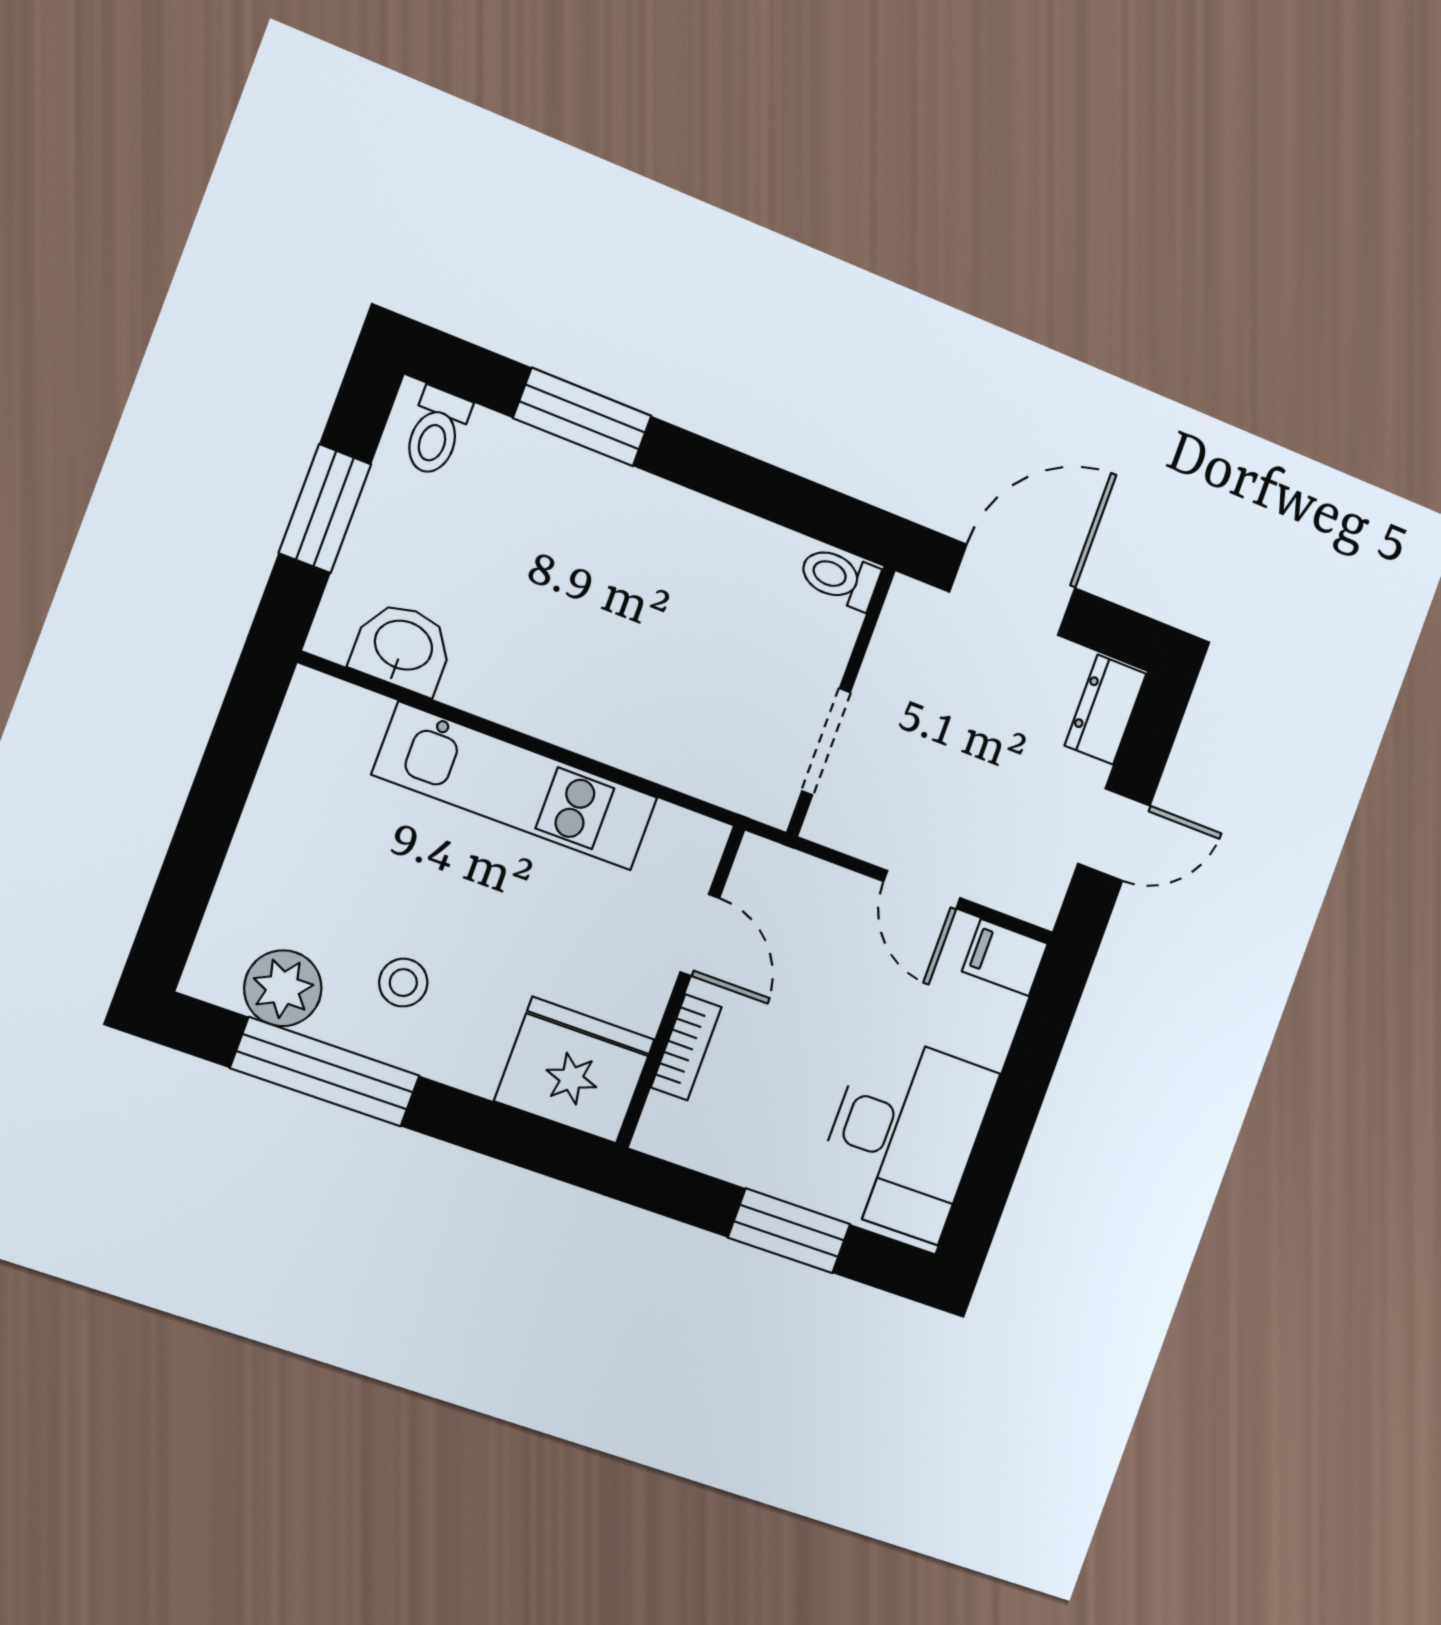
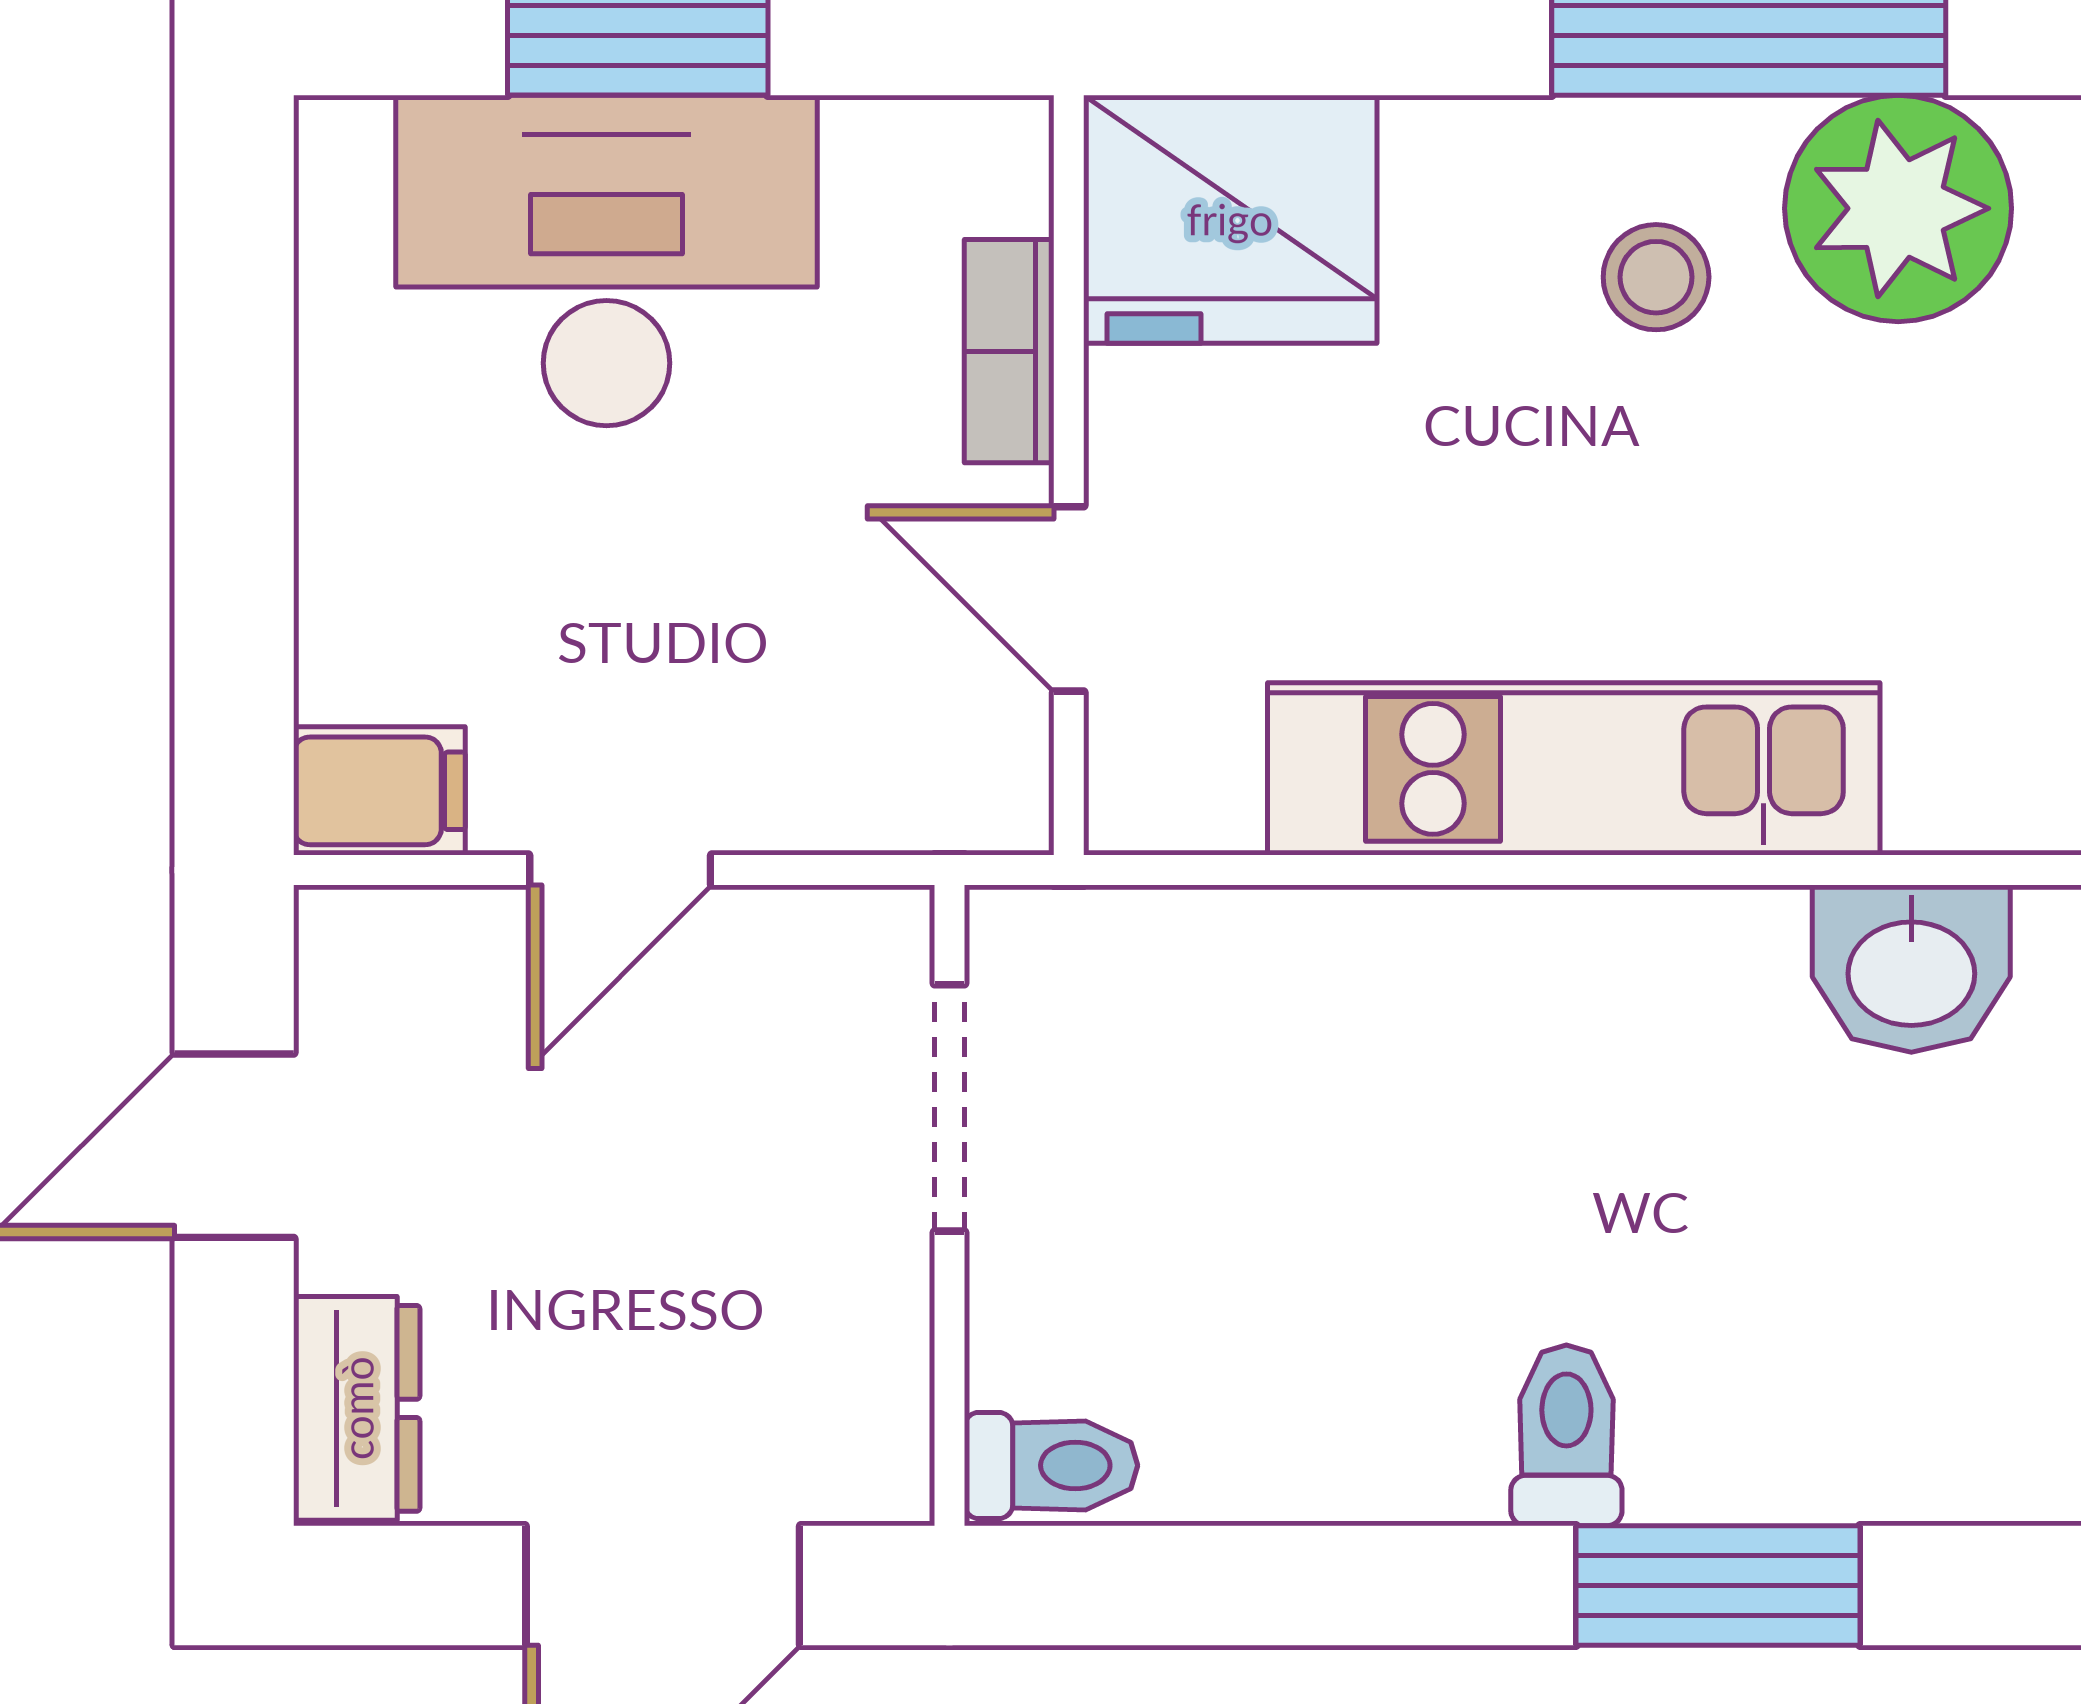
toilet: (436, 432) -> (1566, 1435), moved
door: (922, 890) -> (620, 870), swing flipped
plant: (283, 988) -> (1898, 208), width x1.36, depth x1.36
desk: (904, 1137) -> (606, 261), moved, turned 90

